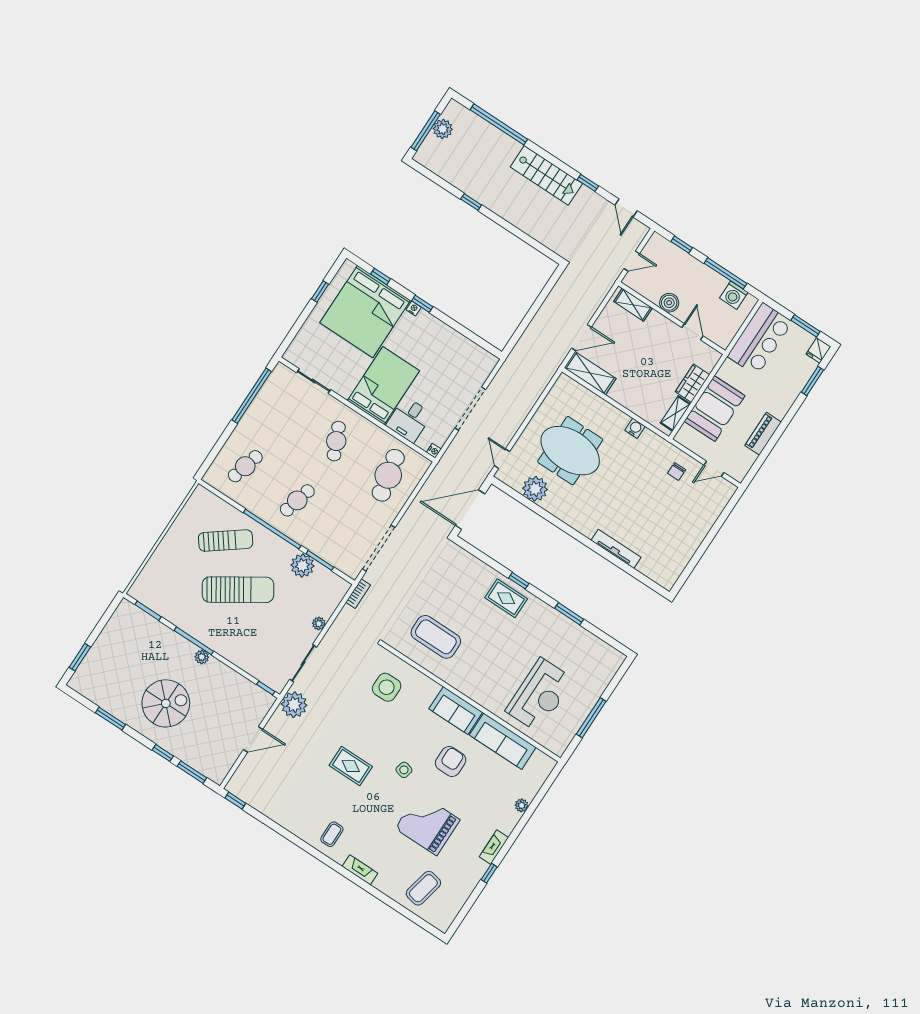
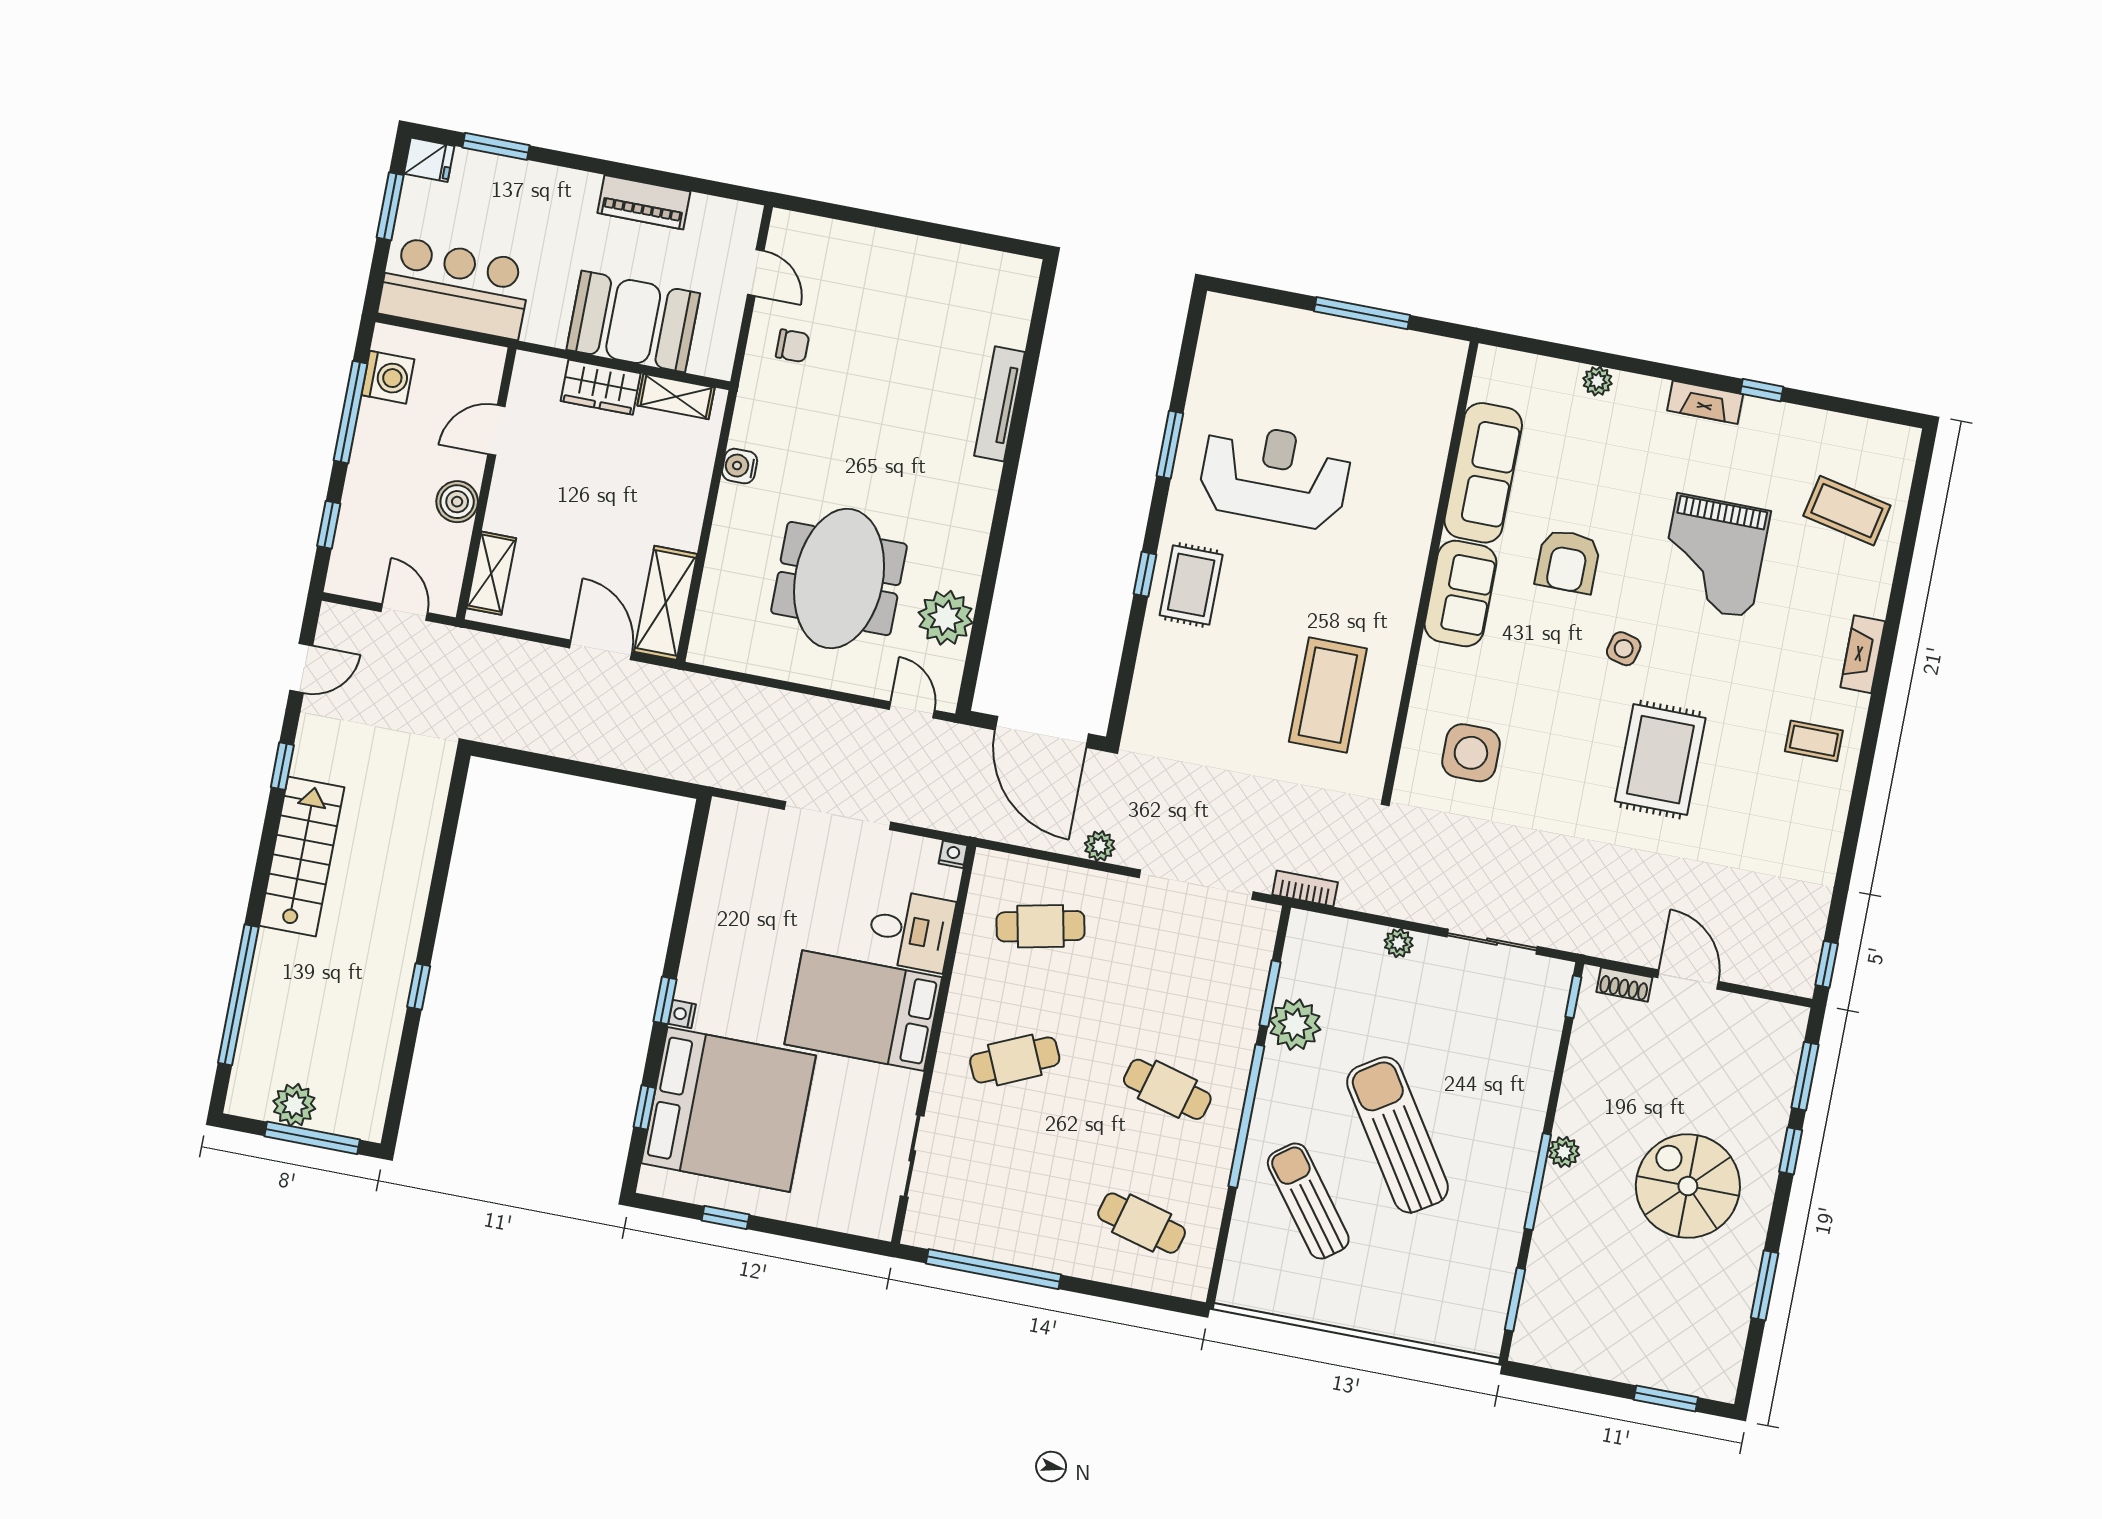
door: (502, 459) -> (912, 710), swing flipped
cafe table: (388, 475) -> (1041, 926), width x0.73, depth x0.74
reception desk: (540, 695) -> (1275, 475), moved
plant: (294, 705) -> (1100, 846), moved, width x0.53, depth x0.53
shoe rack: (262, 712) -> (1624, 985), added
armchair: (451, 761) -> (1568, 561), turned -90
rug: (351, 766) -> (1660, 760), width x1.36, depth x1.43

